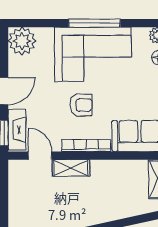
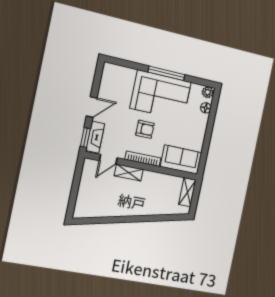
plant: (22, 41) -> (112, 74), removed
door: (40, 156) -> (108, 159), swing flipped

